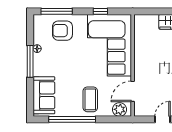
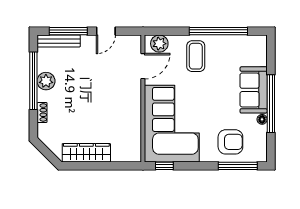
window: (100, 11) -> (164, 166), moved
window: (30, 61) -> (271, 104), width x1.46
sofa: (44, 95) -> (254, 90), moved

